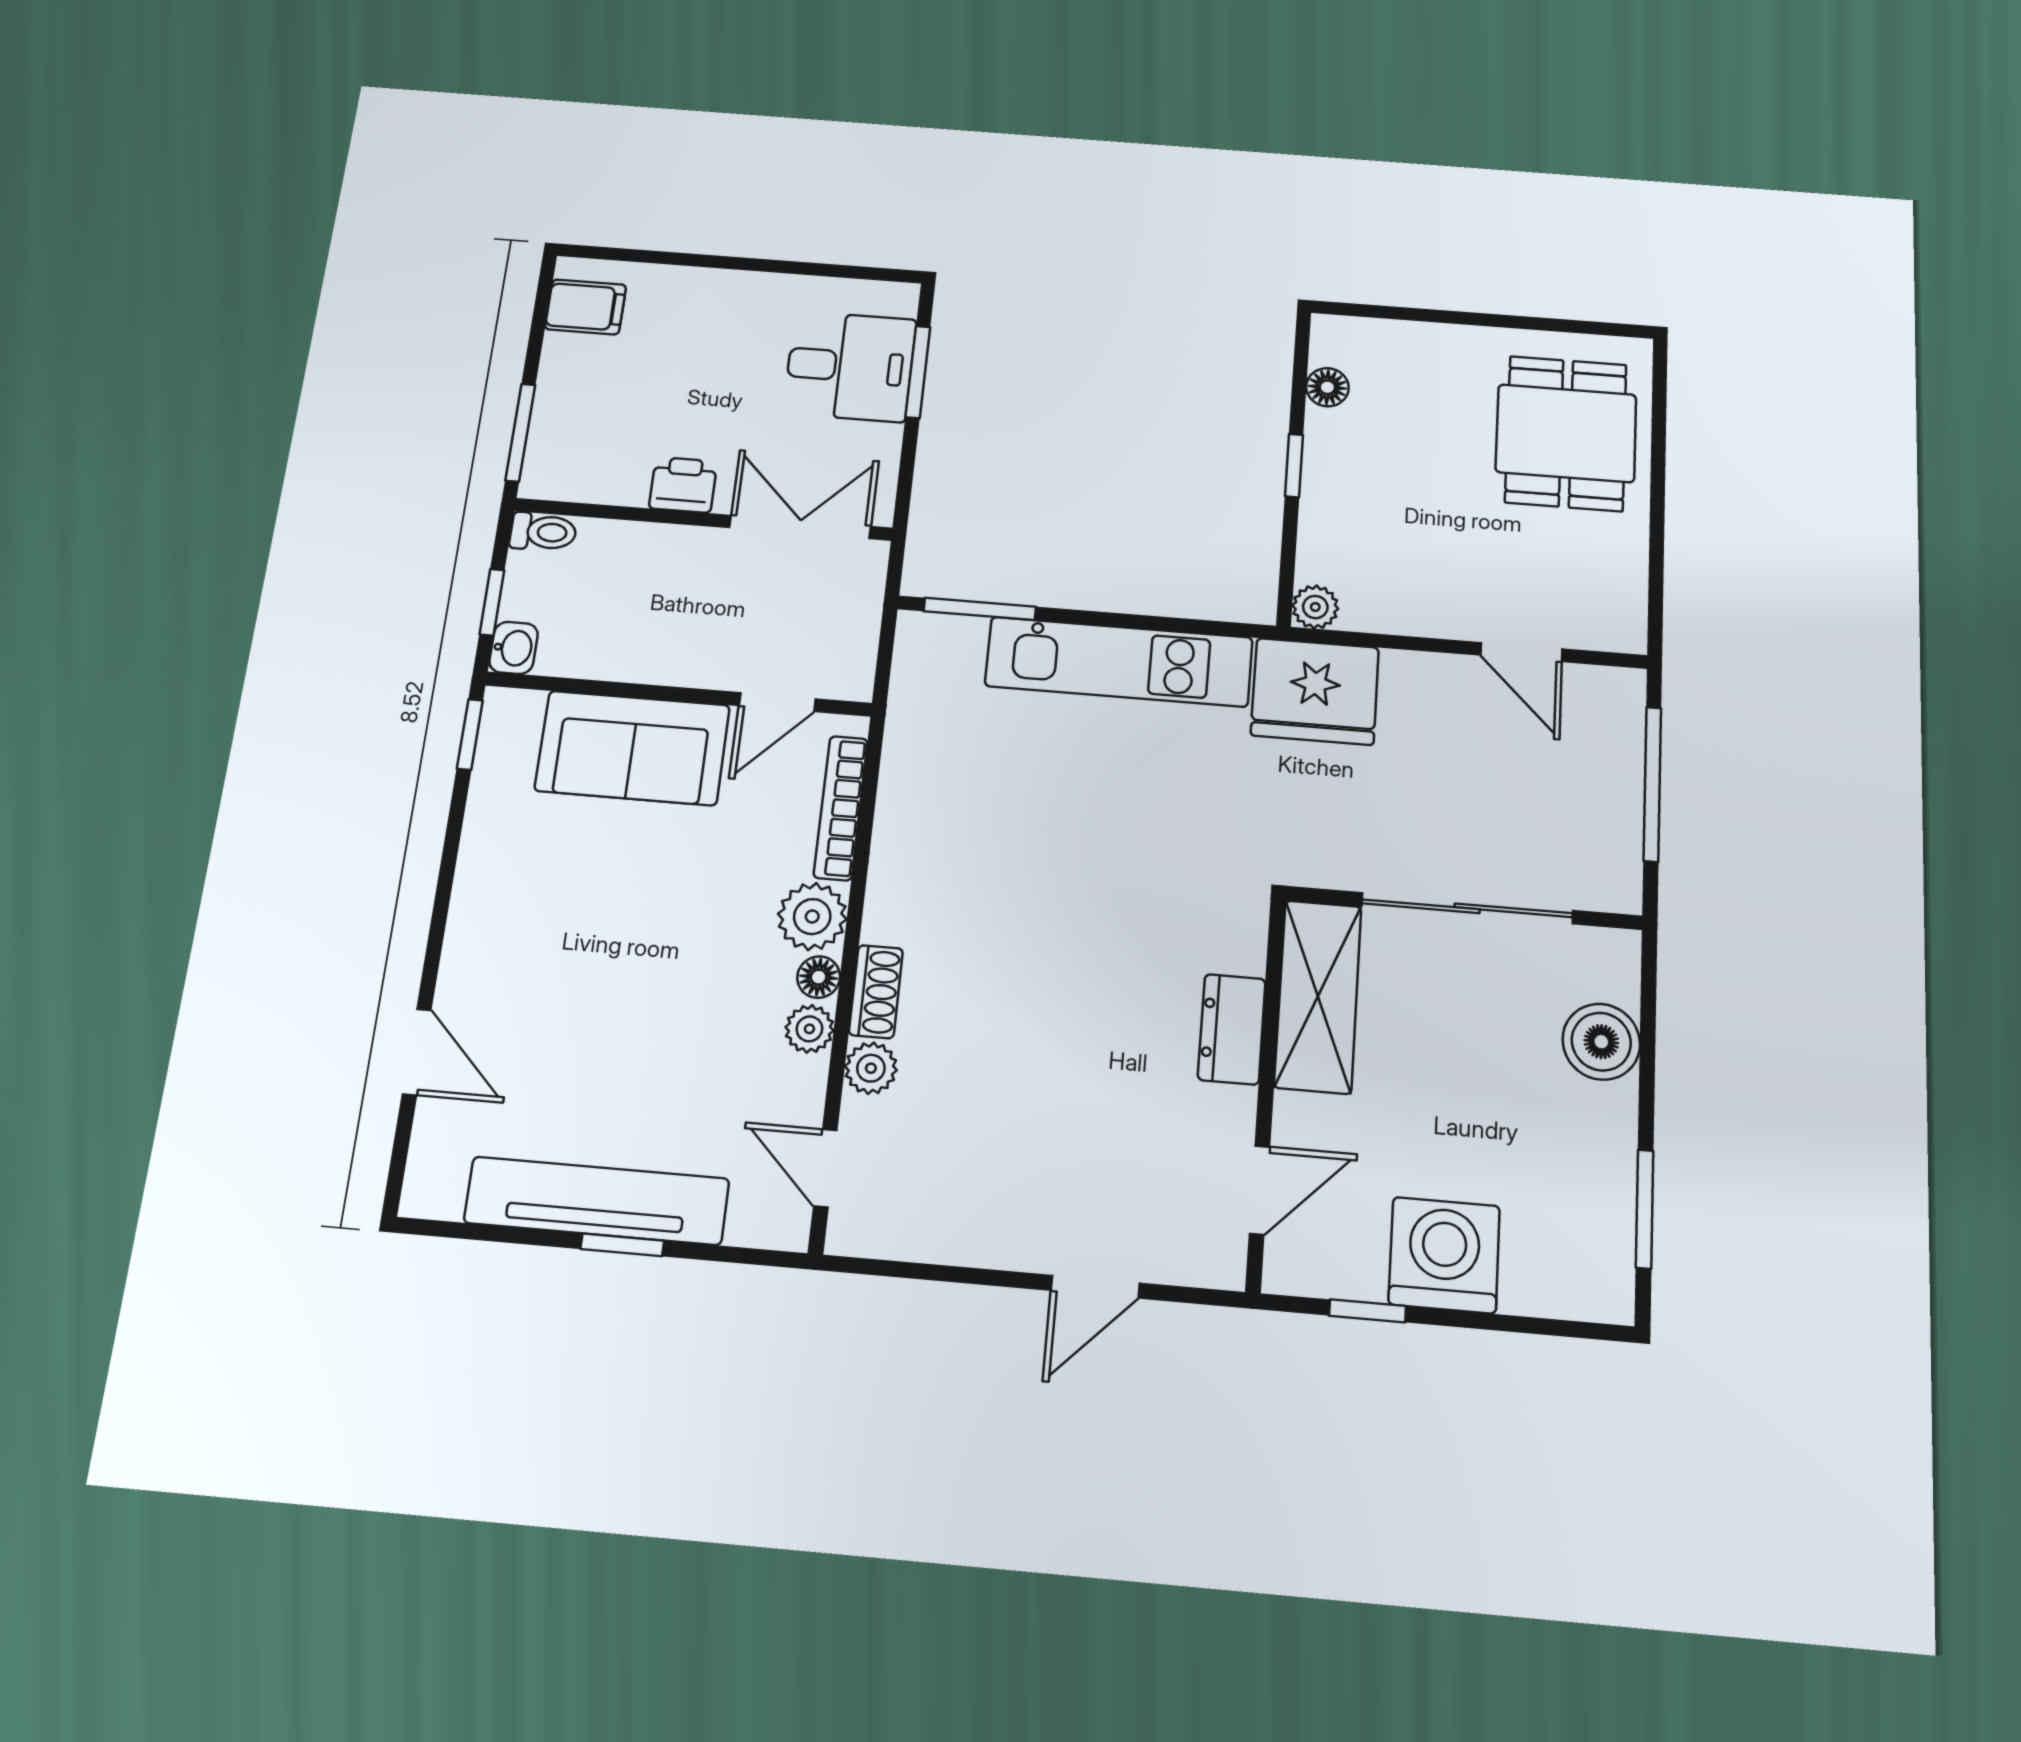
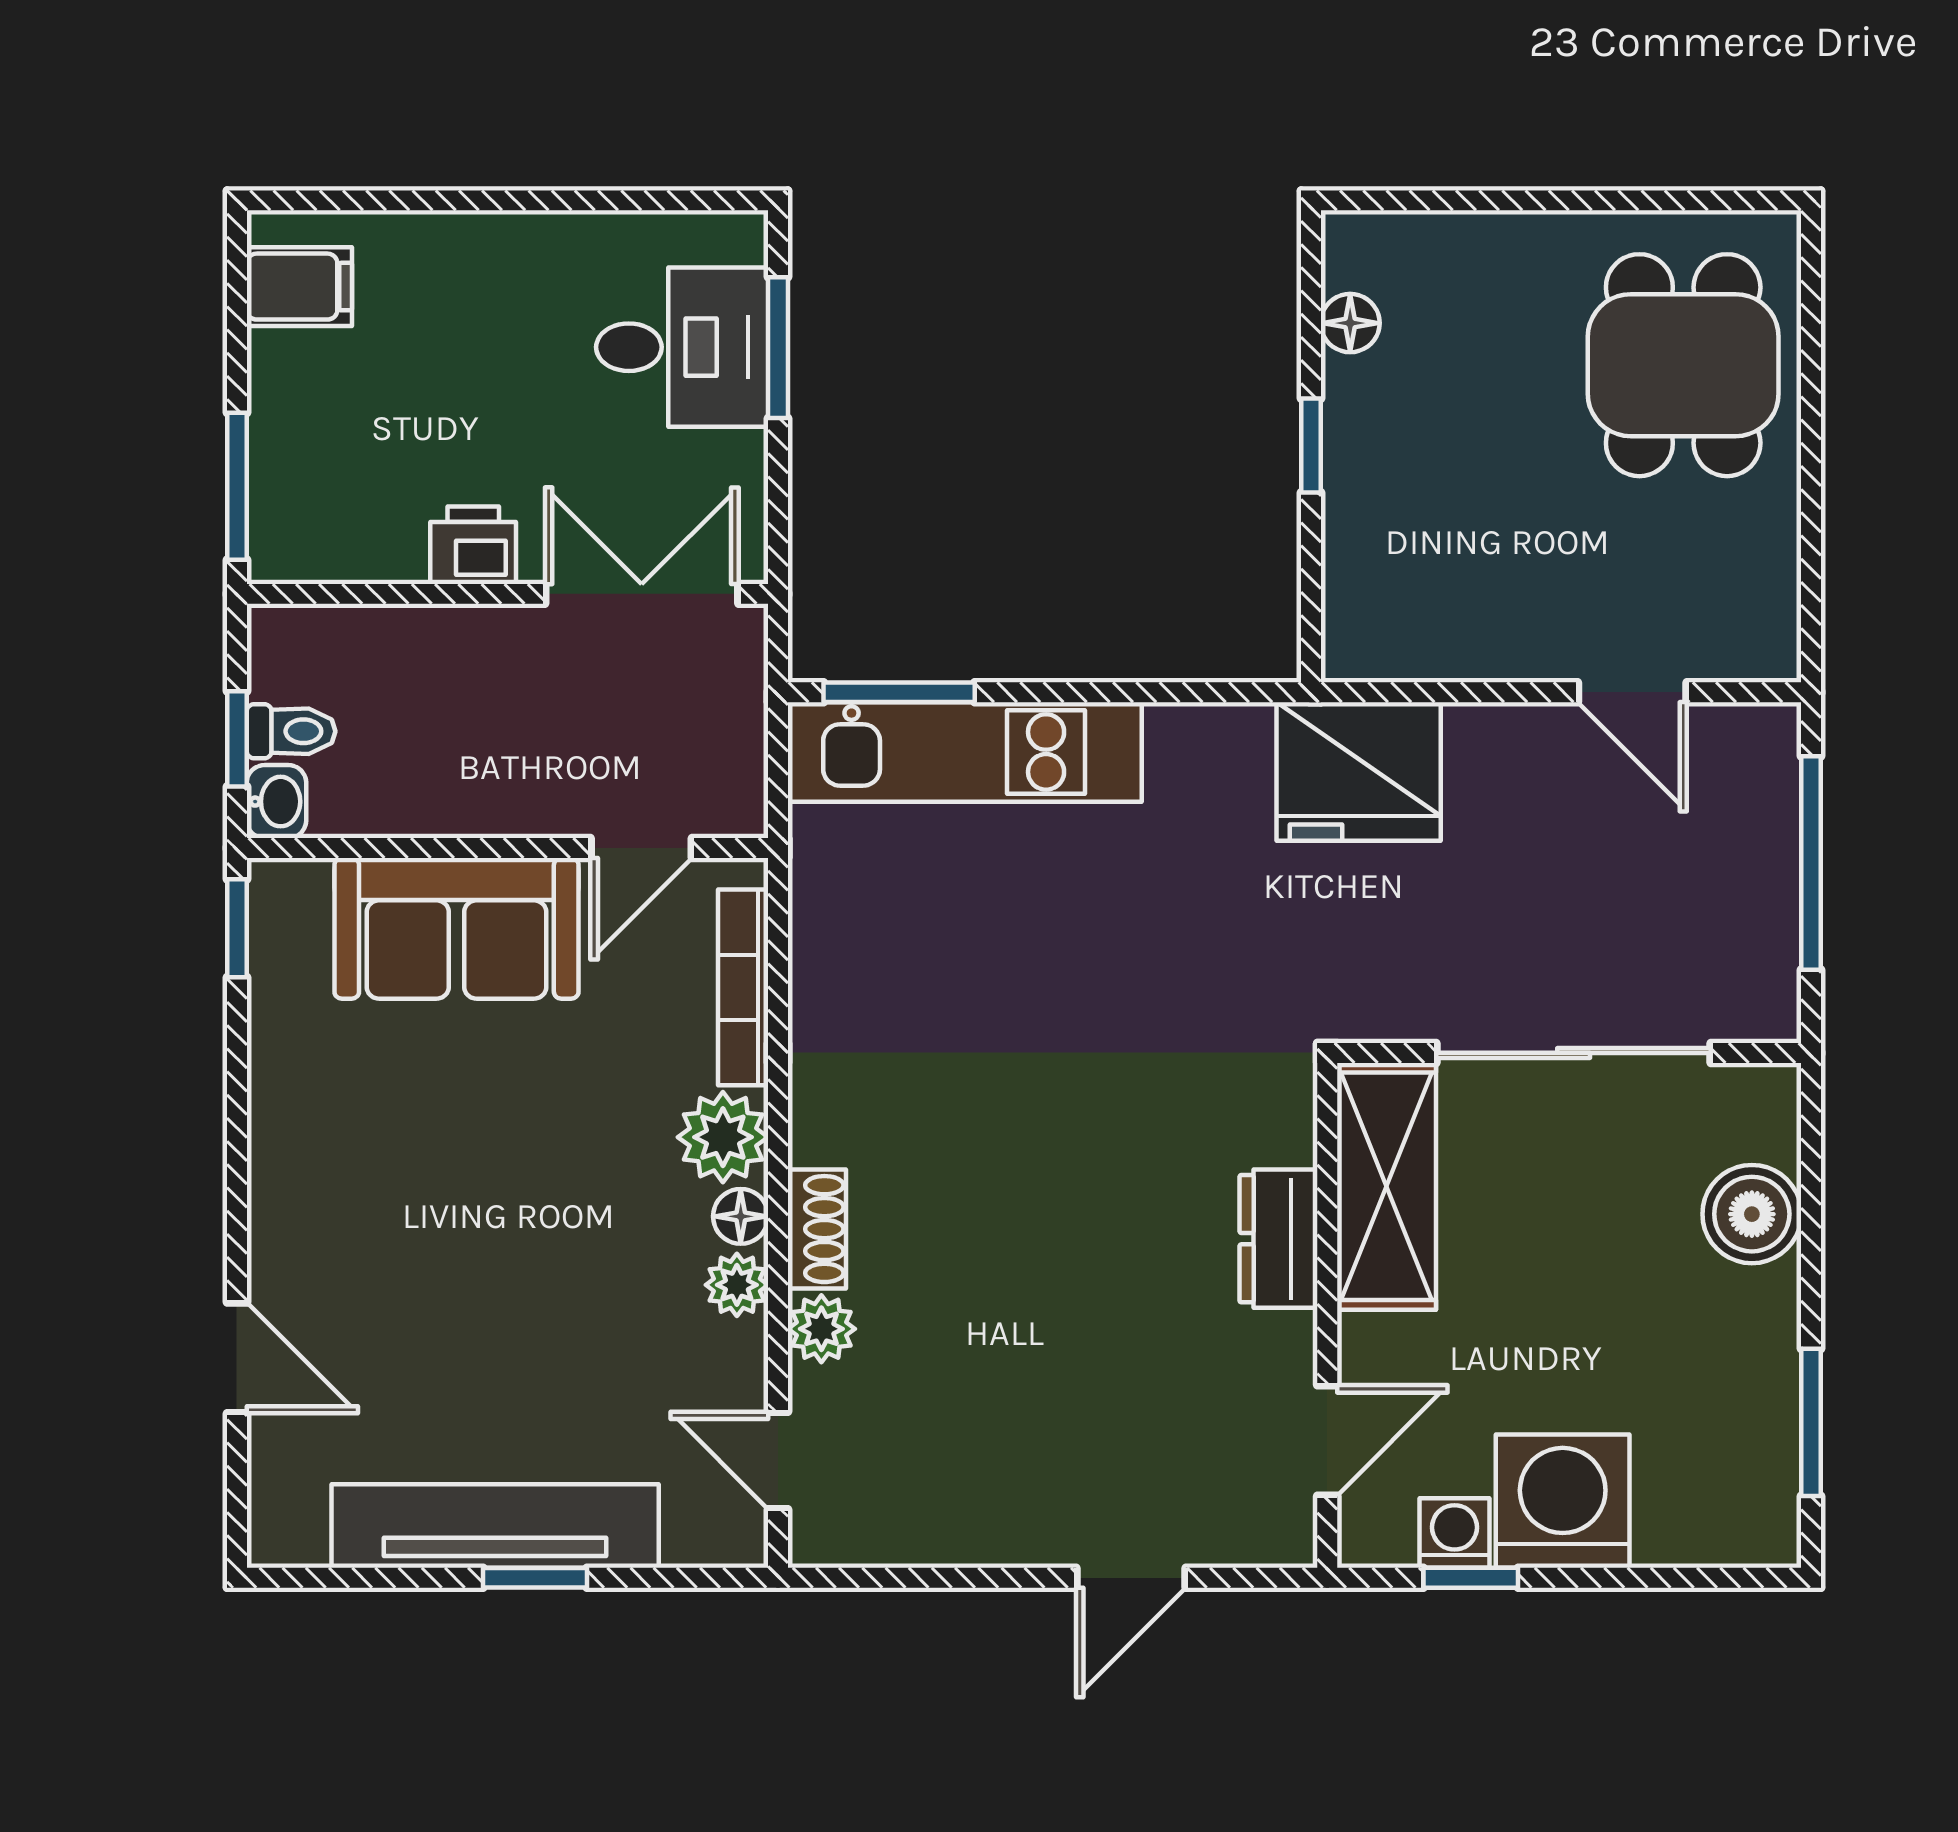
toilet: (543, 532) -> (291, 731), moved
plant: (1315, 607) -> (1352, 651), removed
kitchen unit: (1119, 662) -> (965, 752), moved
washing machine: (1356, 1273) -> (1455, 1533), added

